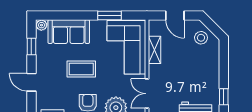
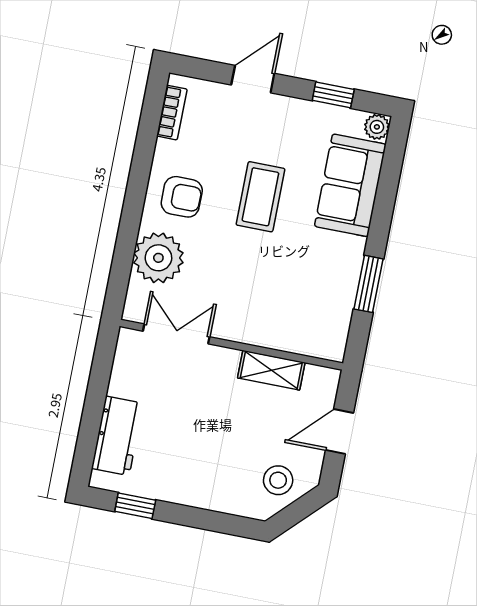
corner sofa: (126, 47) -> (290, 308), removed

